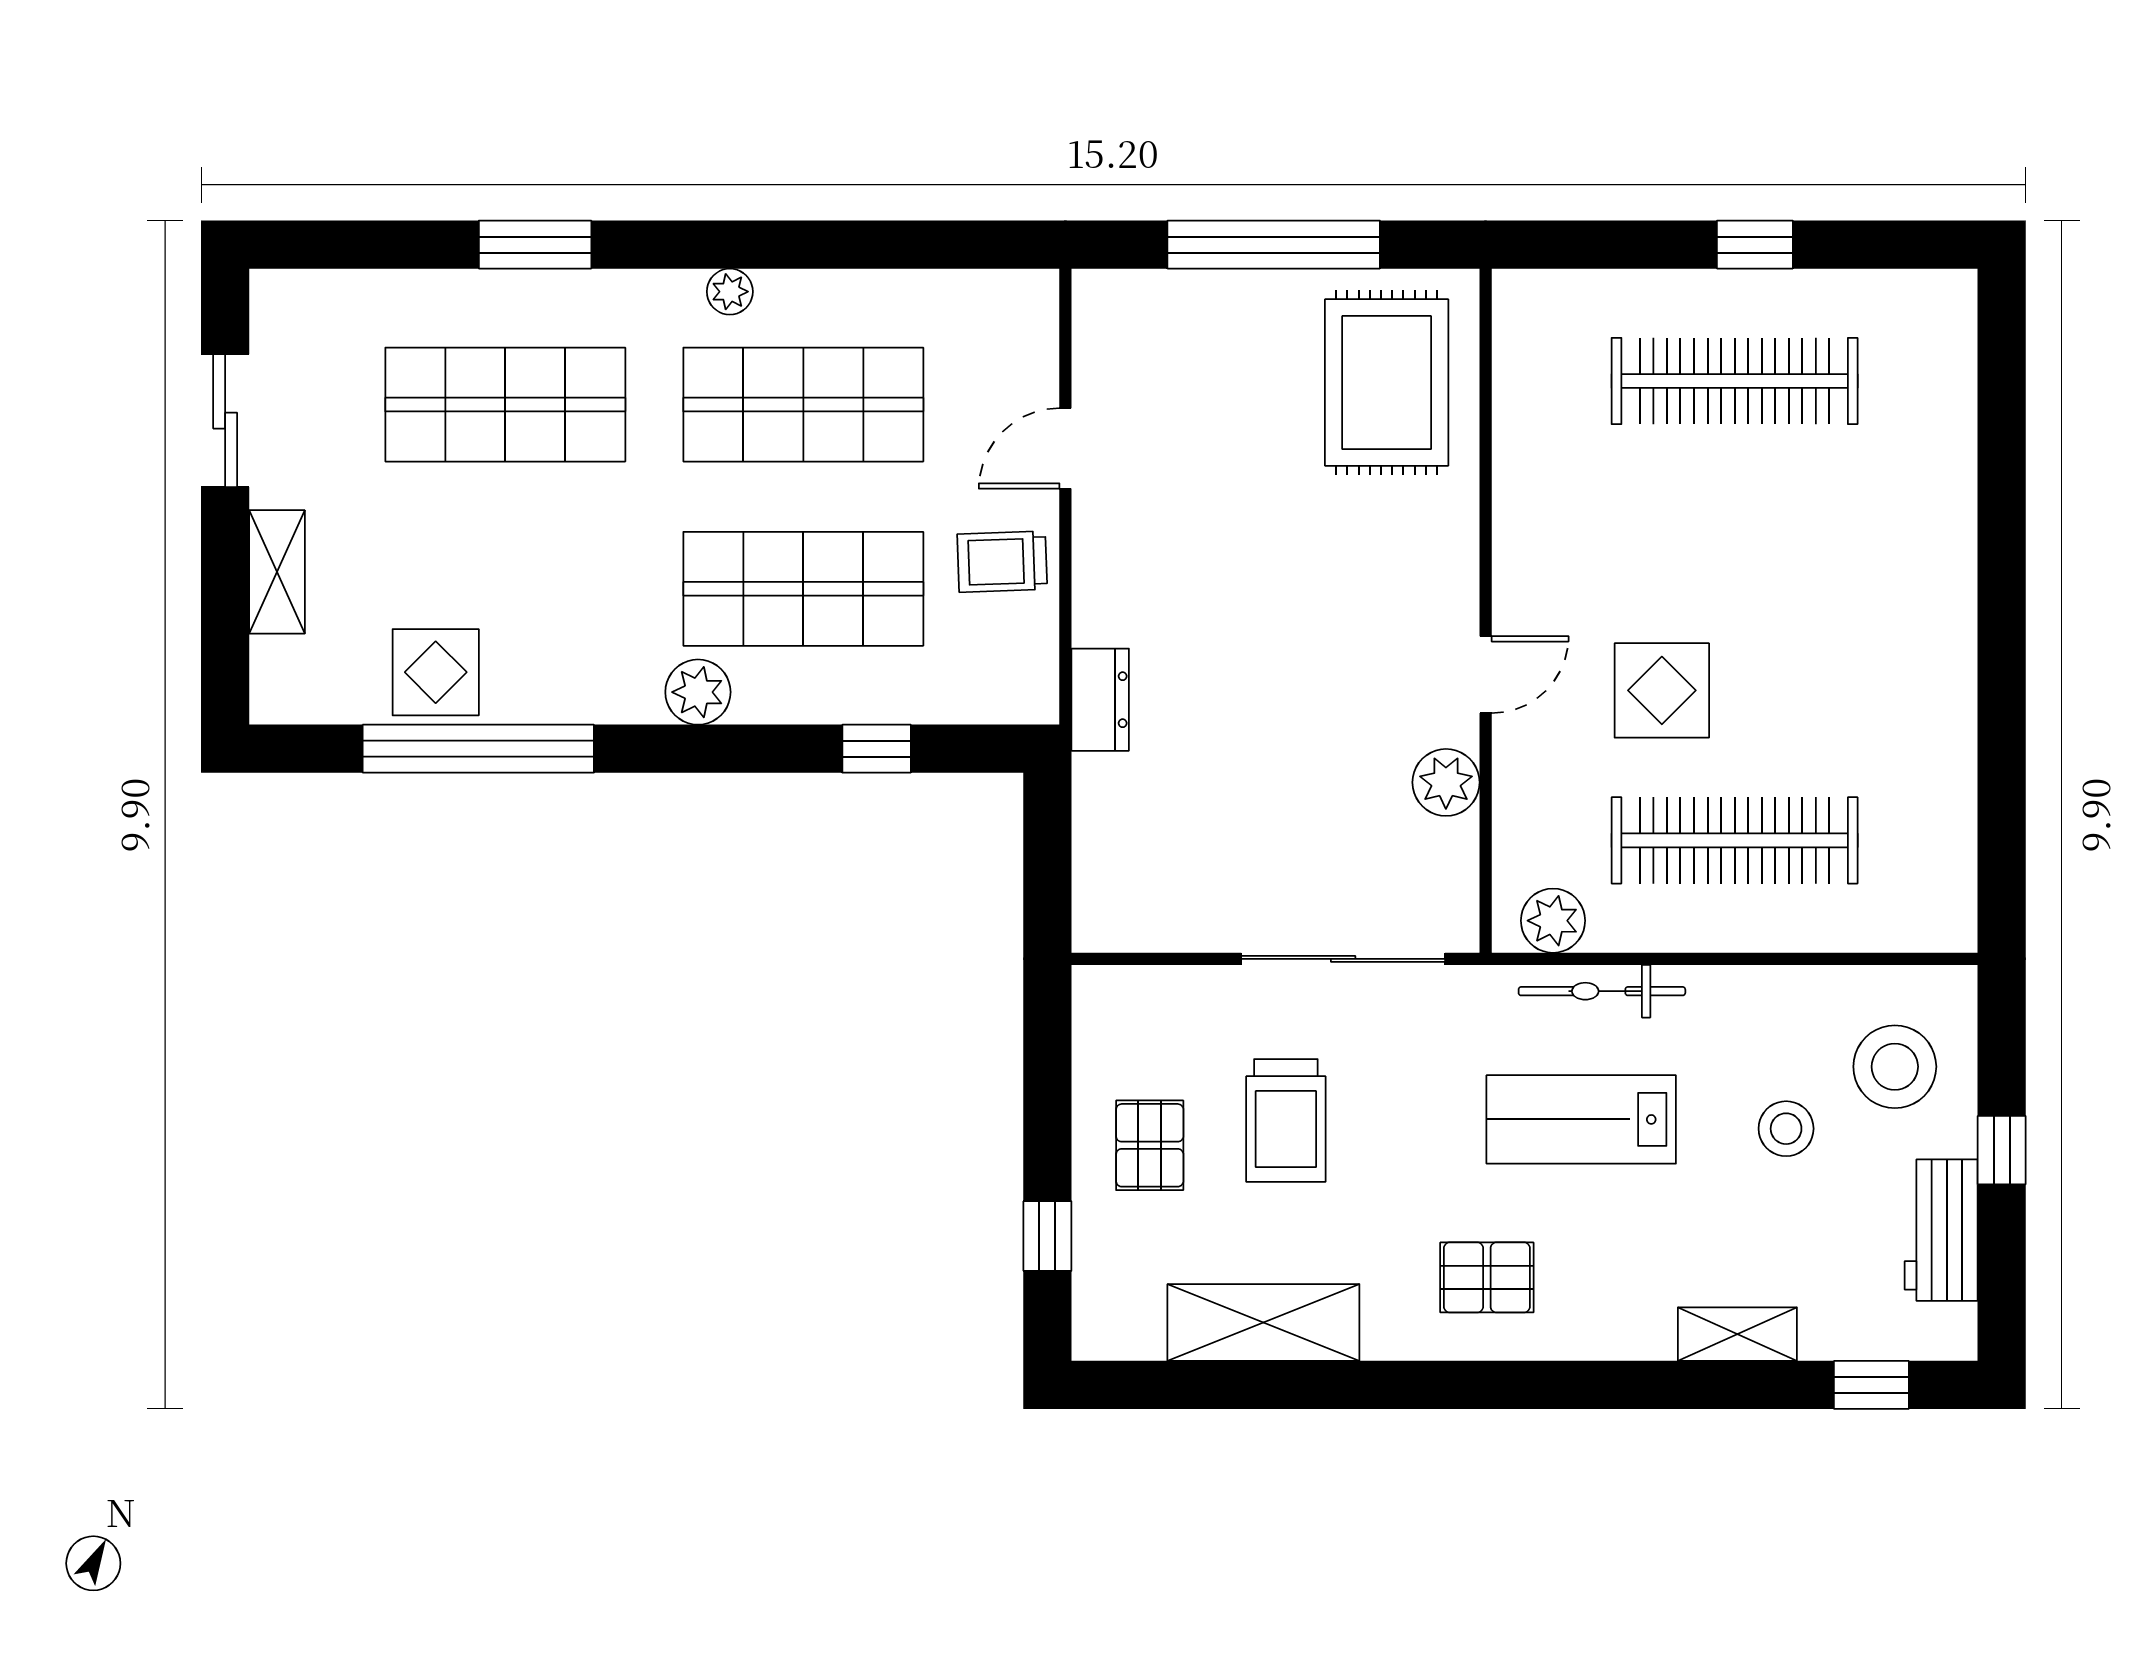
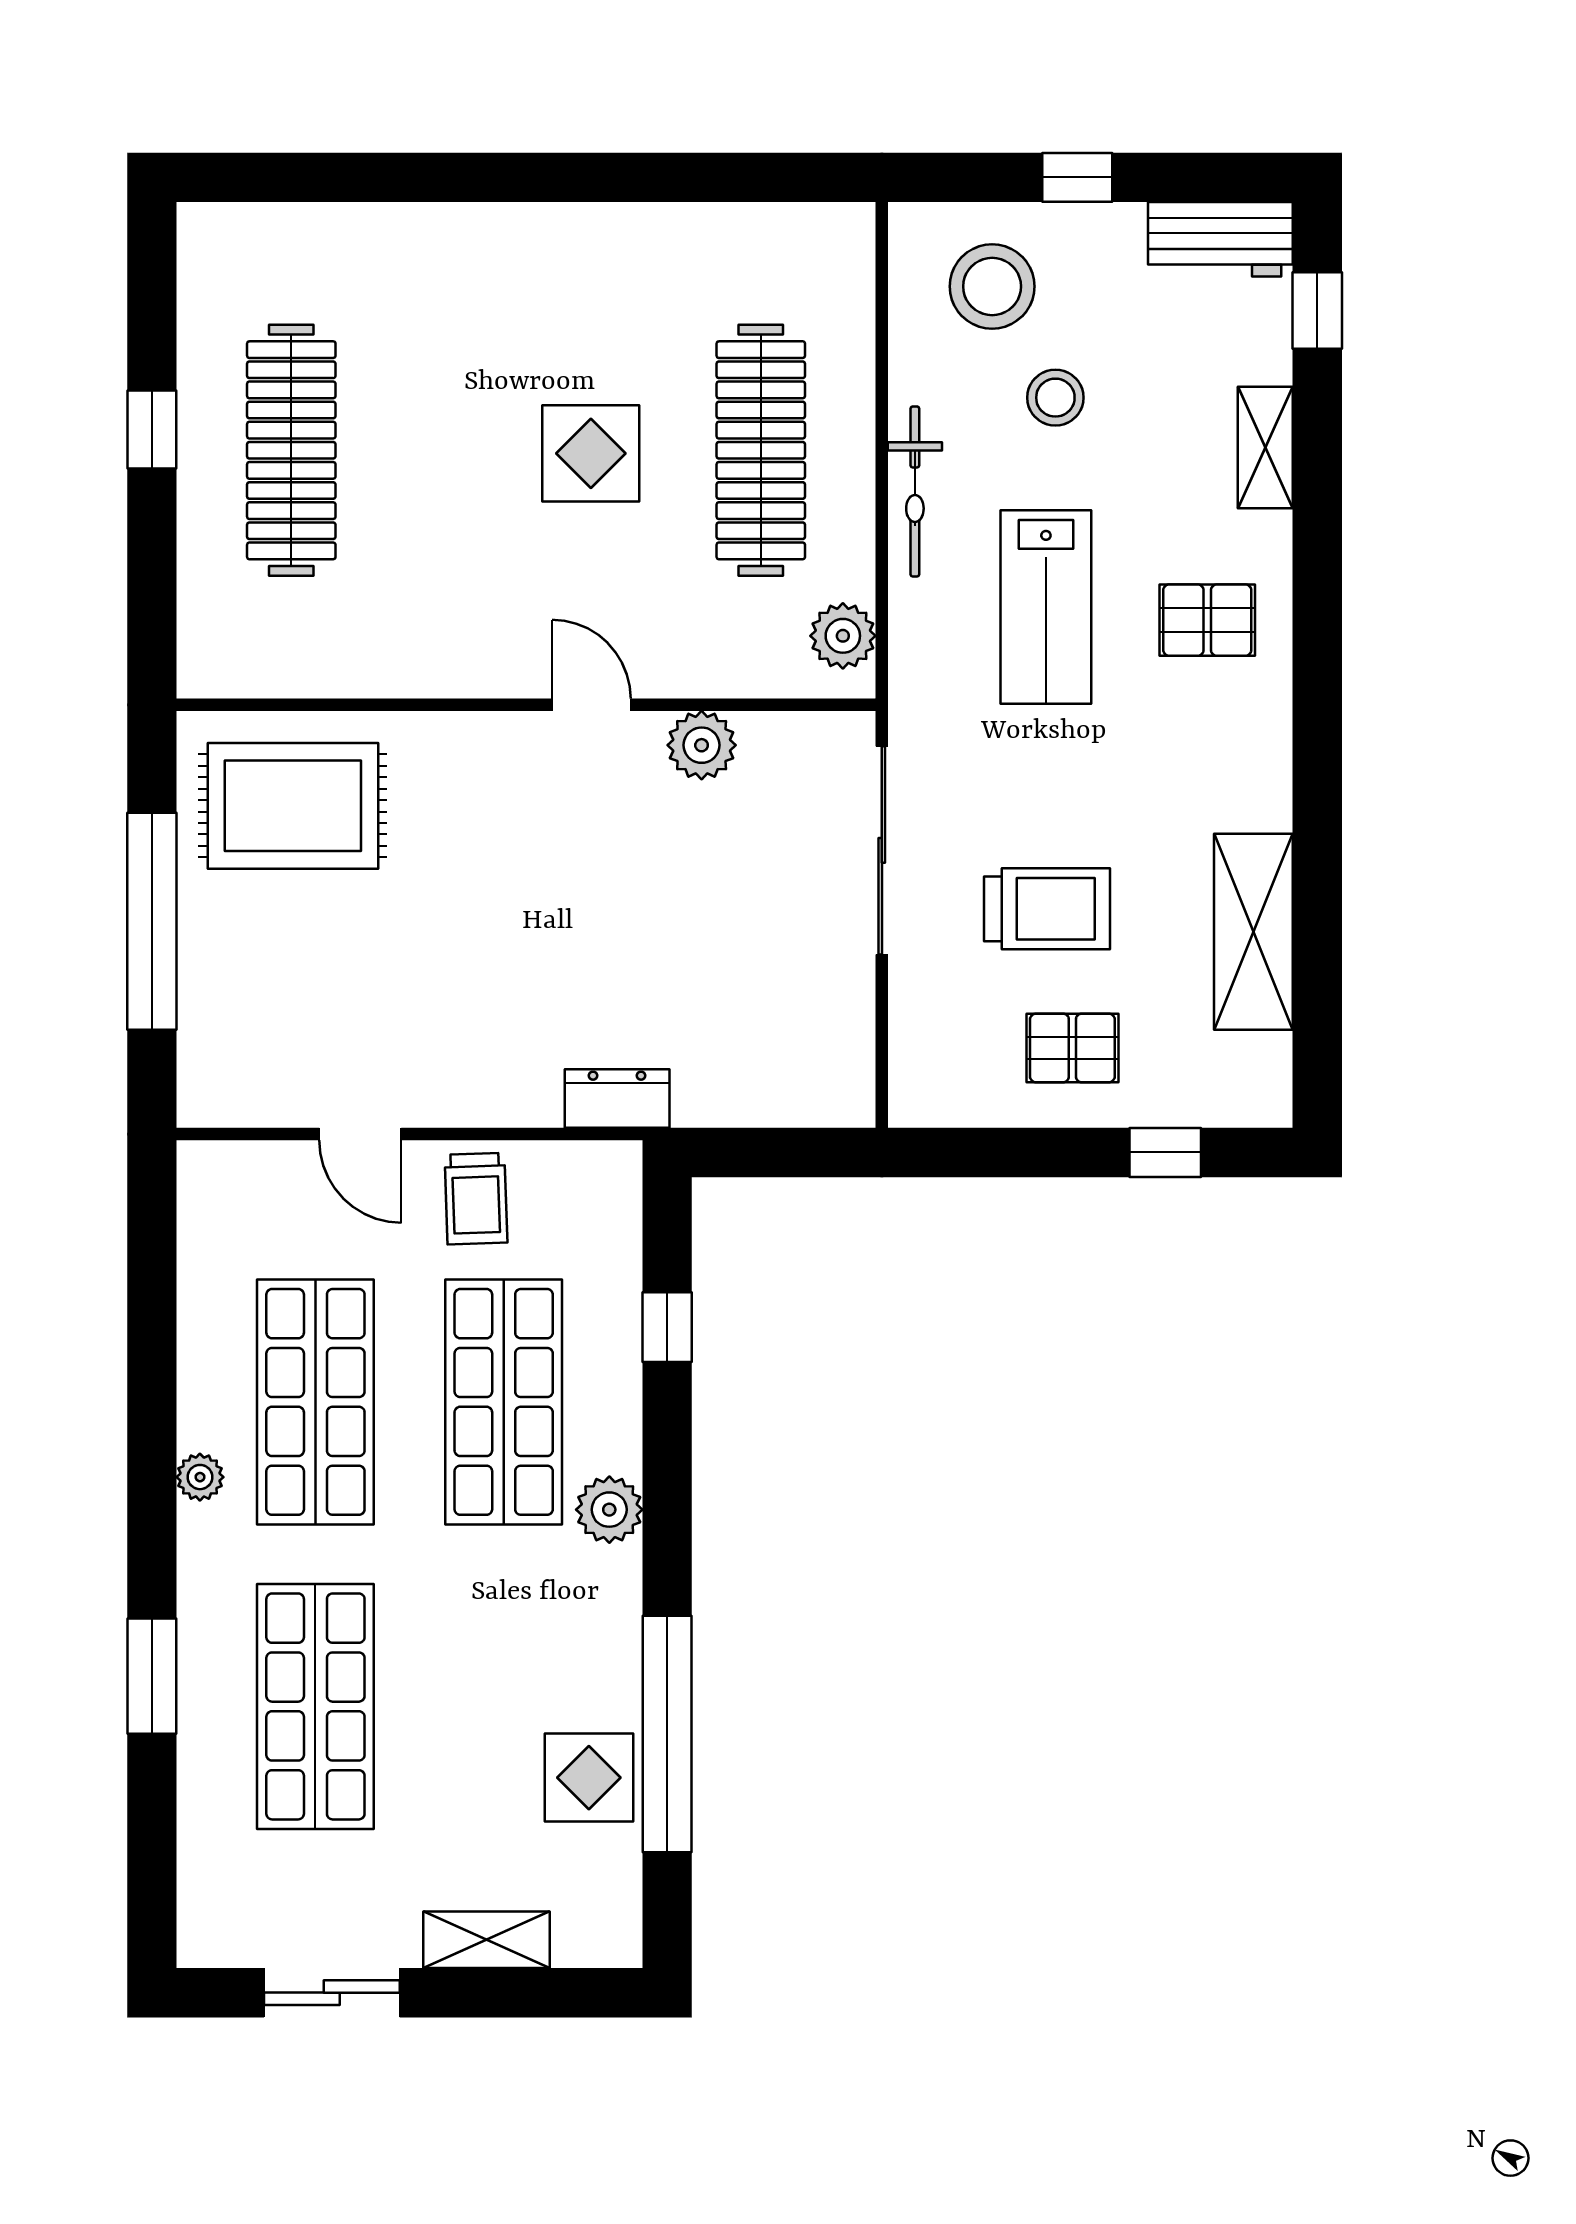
display table: (1662, 690) -> (591, 453), moved
bicycle: (1602, 991) -> (915, 491), moved
workbench: (1941, 1230) -> (1220, 239), moved
pallet: (1487, 1277) -> (1207, 620), moved, turned 90

